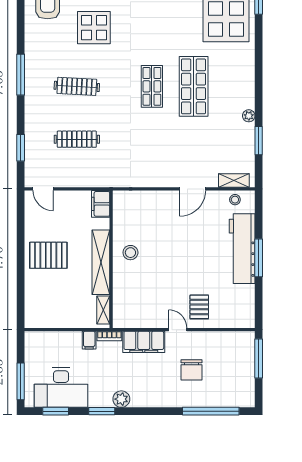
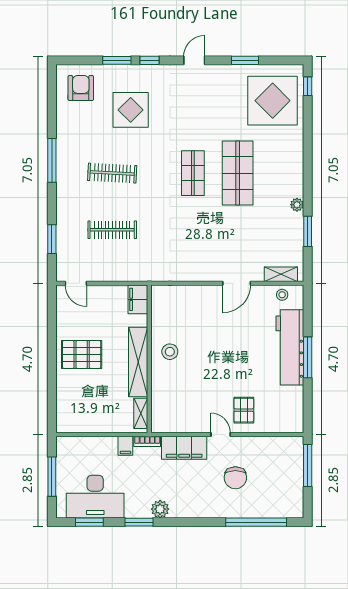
window: (21, 381) -> (52, 477), moved

